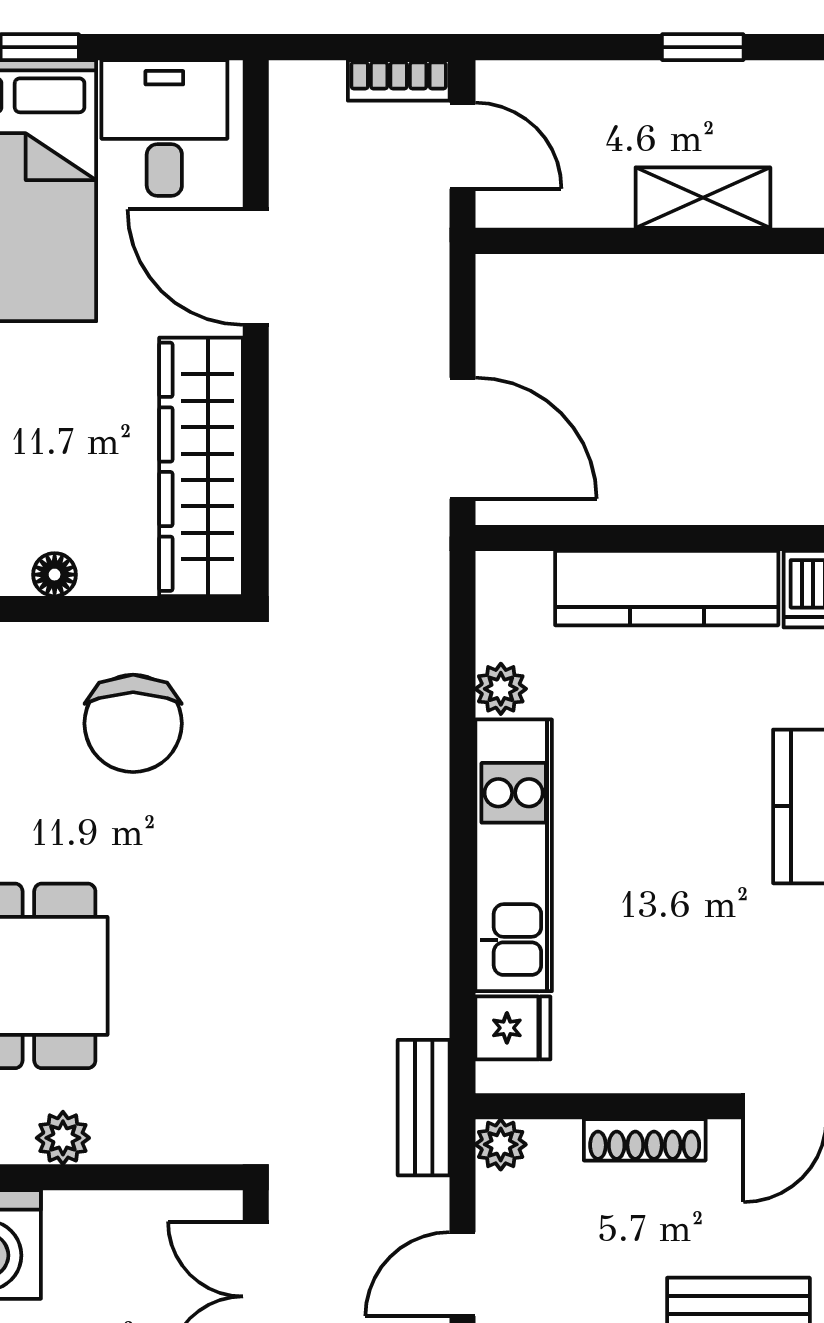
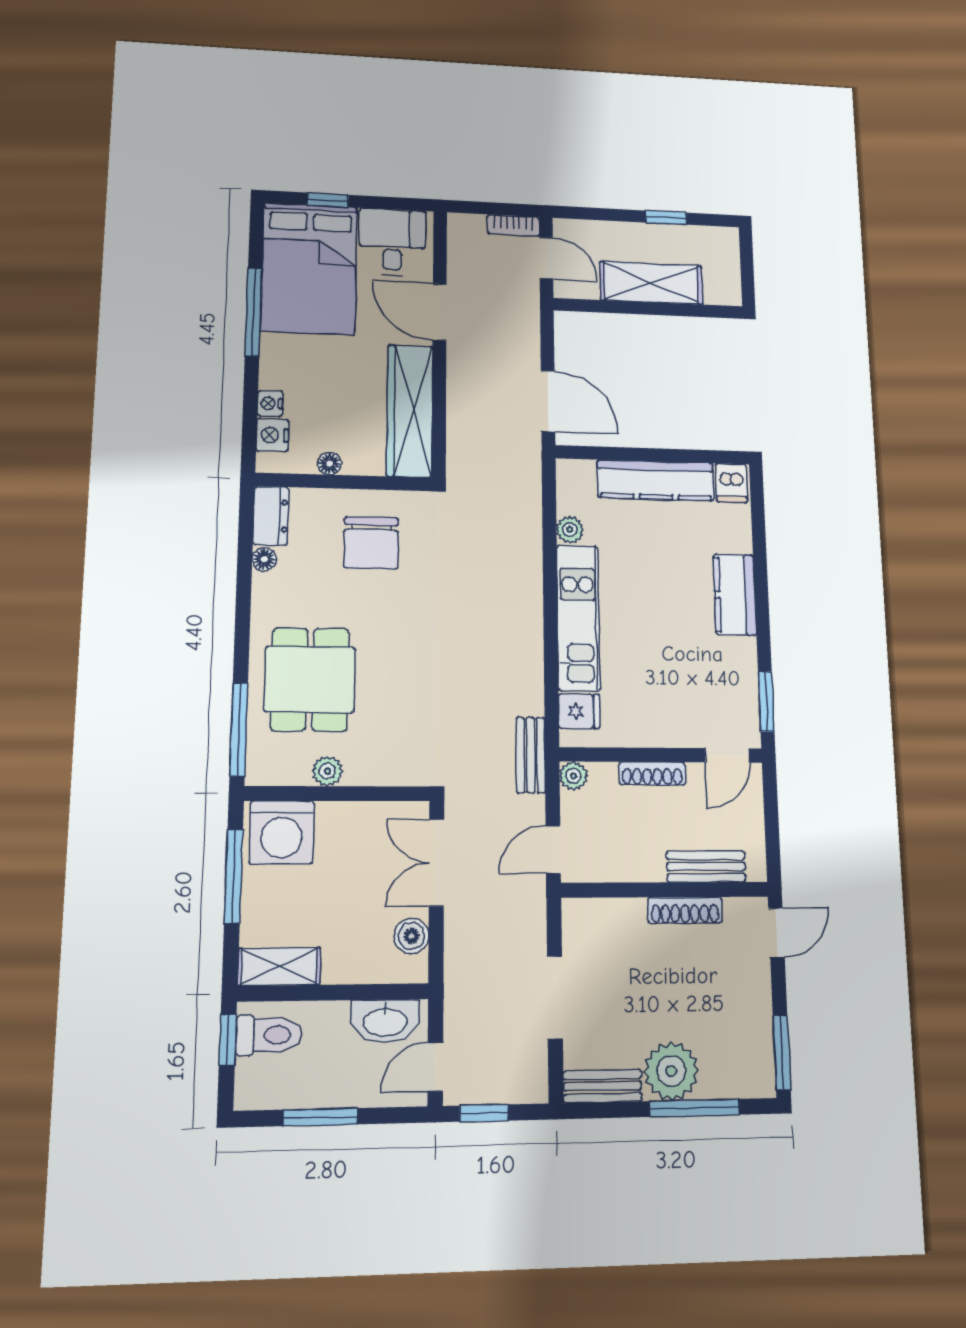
shelving: (703, 198) -> (651, 283), width x1.50, depth x1.33

